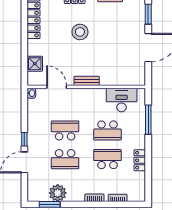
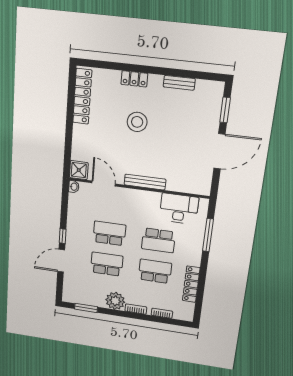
shower: (35, 64) -> (79, 170), moved
bench: (87, 81) -> (145, 182), width x1.36
school desk: (65, 159) -> (107, 264), turned 180
locker: (140, 160) -> (191, 284), width x1.53
plant: (58, 193) -> (115, 301), moved

